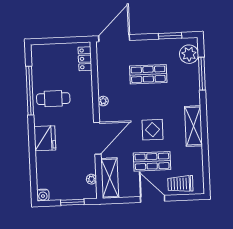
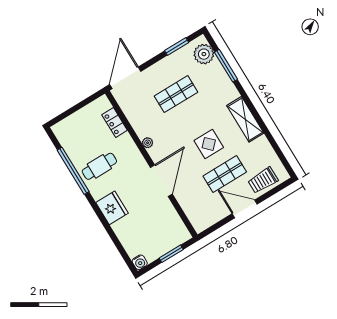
locker: (85, 59) -> (115, 122), moved
shelving: (110, 178) -> (194, 212), removed
plant: (91, 179) -> (177, 222), removed

